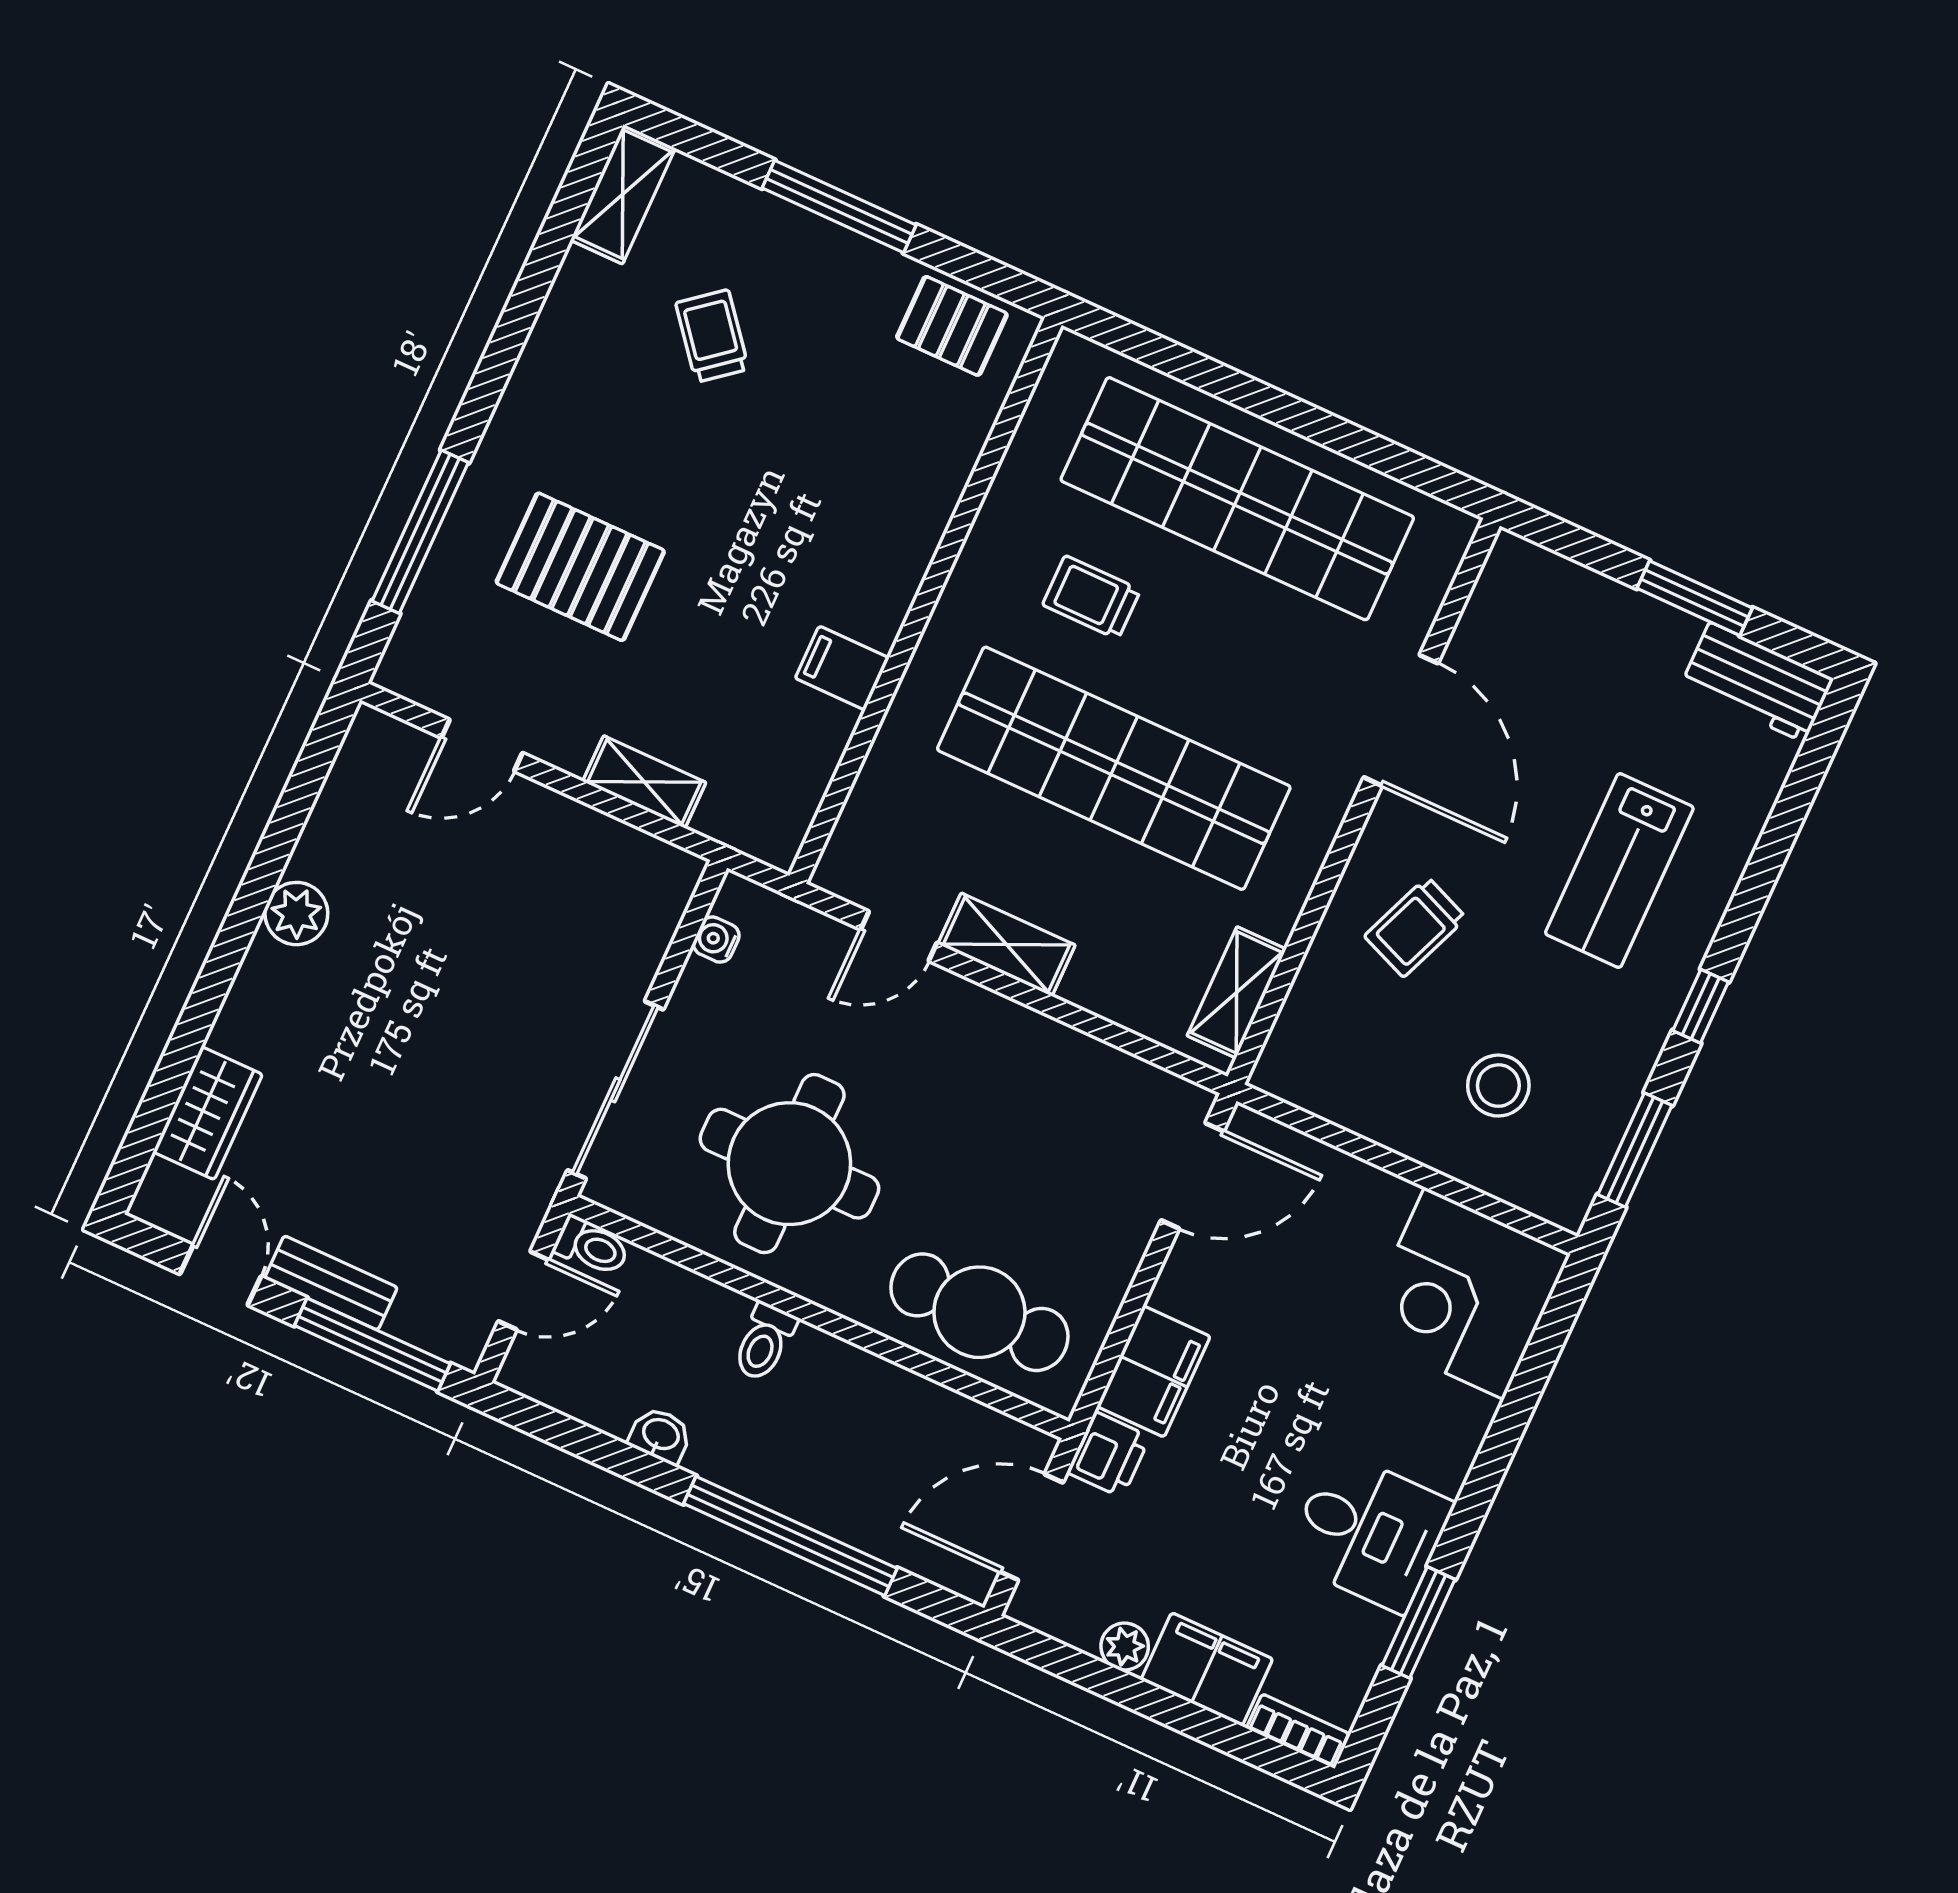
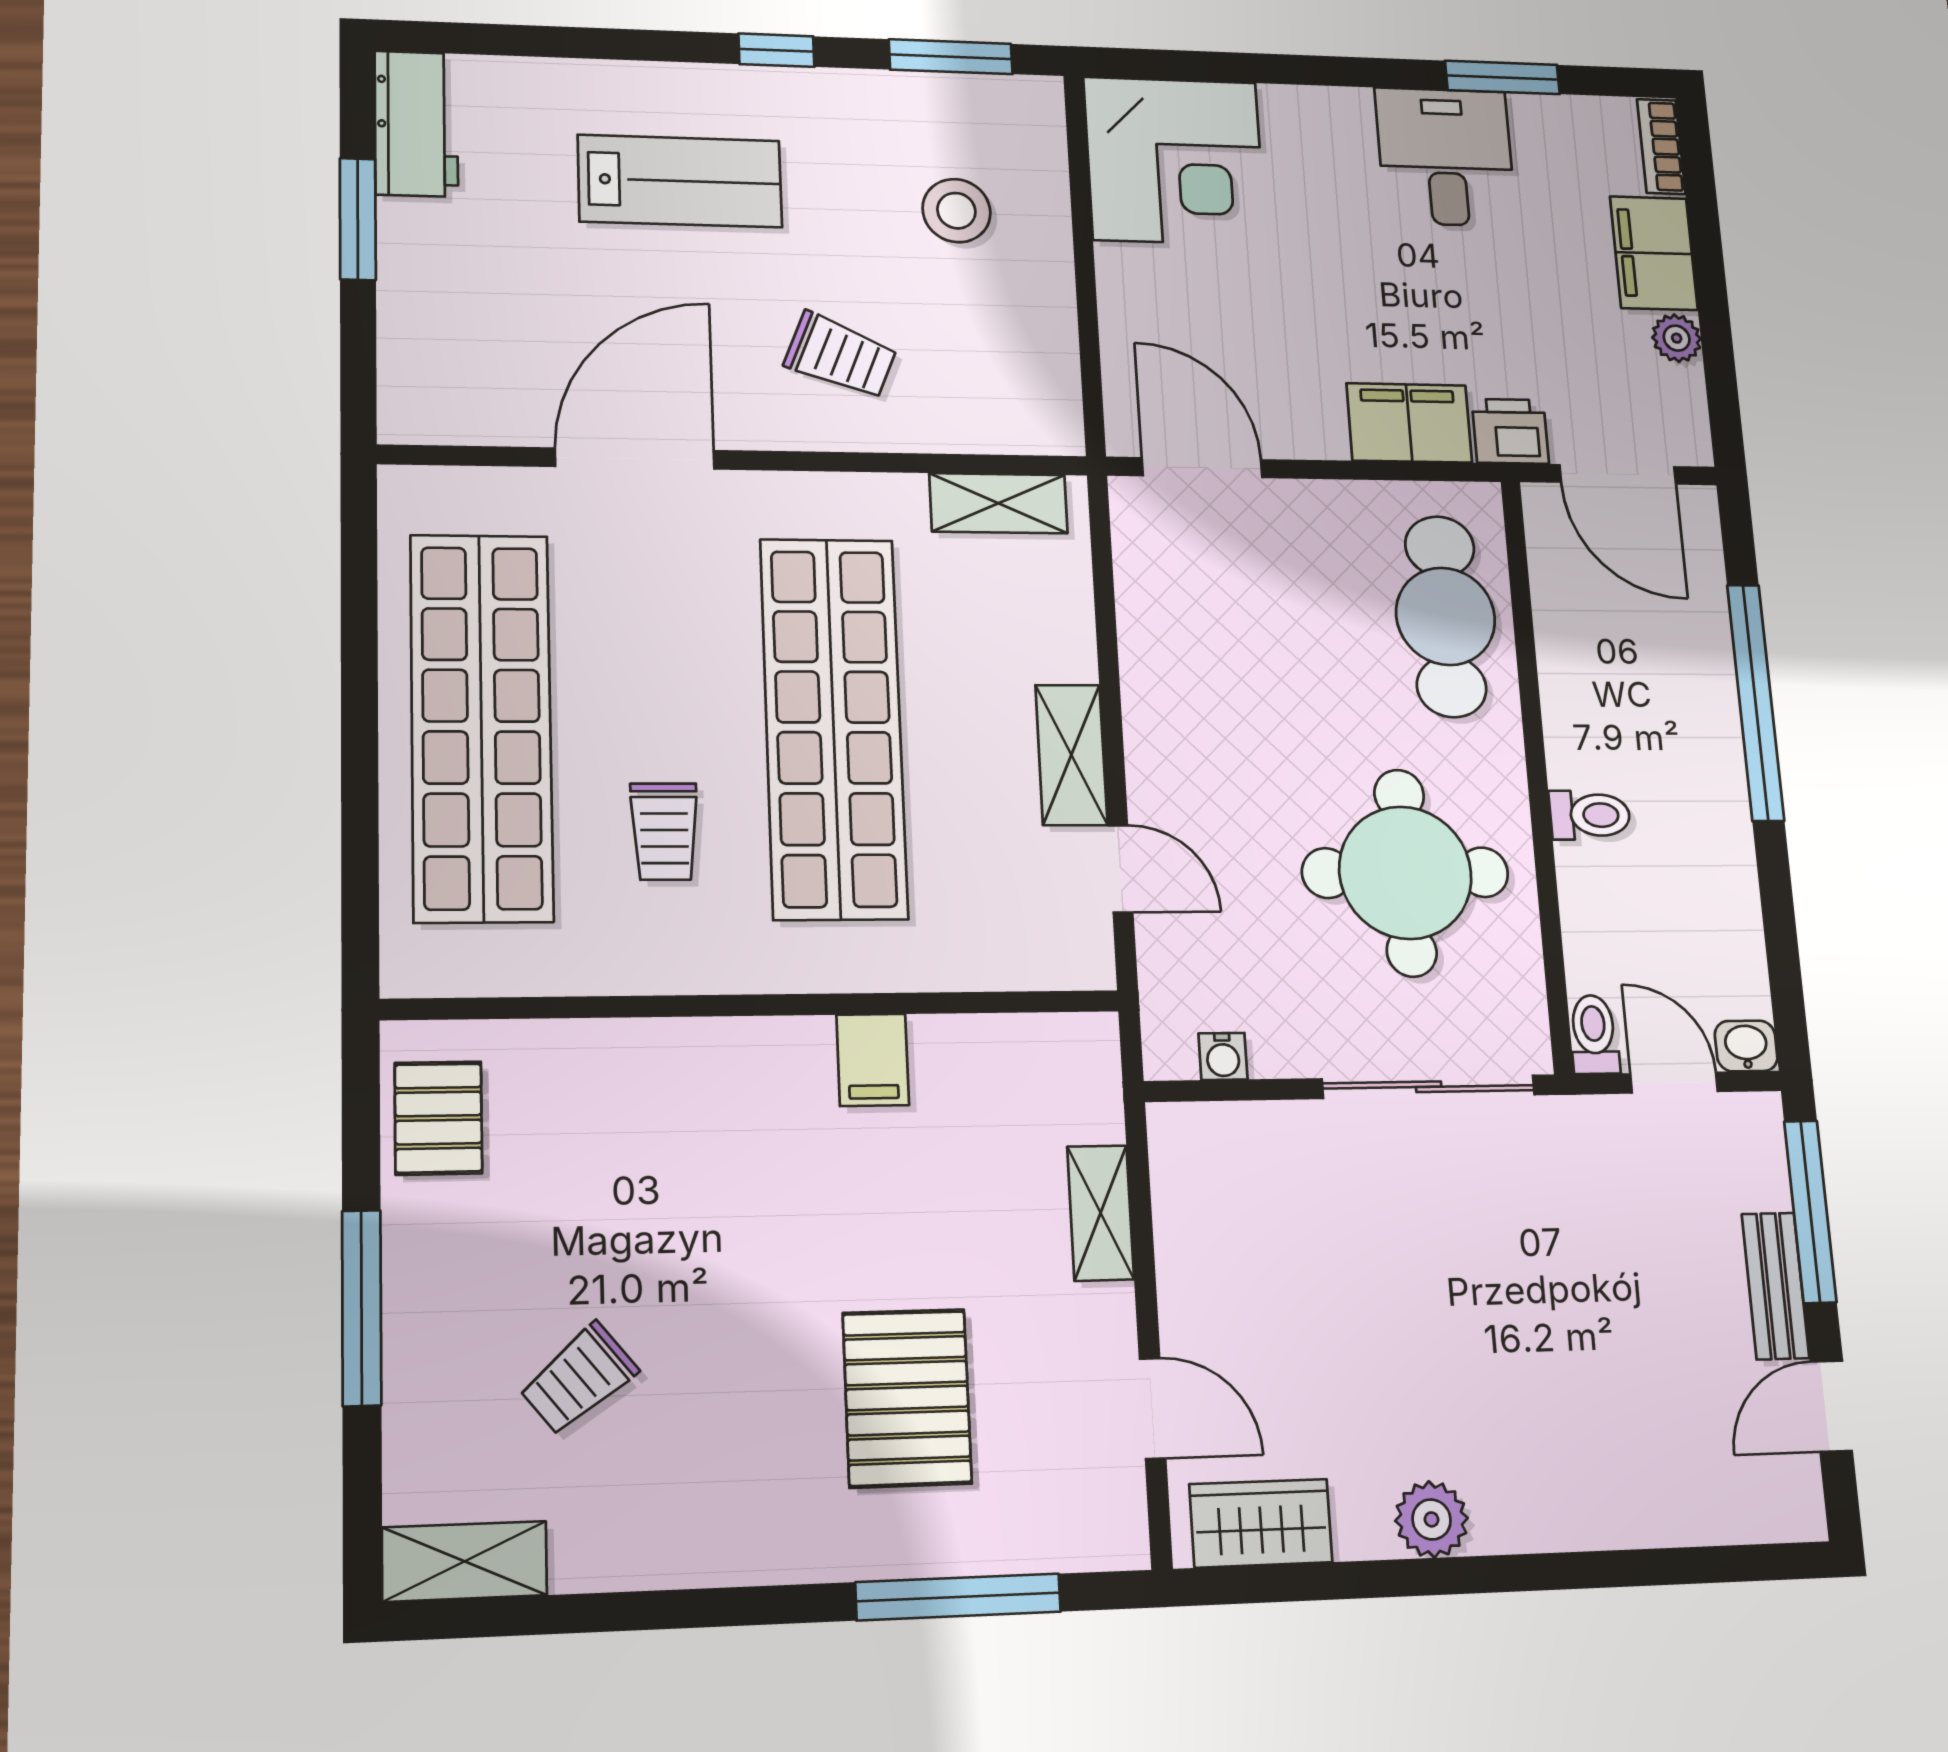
wardrobe: (208, 1113) -> (1261, 1523), moved
washbasin: (660, 1435) -> (1746, 1046), moved, turned 90

